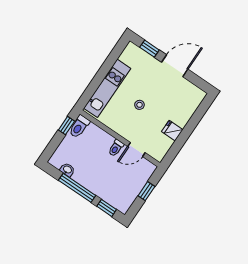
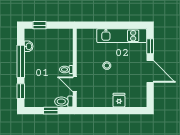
kitchen unit: (107, 88) -> (122, 36), moved
window: (67, 126) -> (39, 25), moved
toilet: (79, 126) -> (64, 102), moved
fridge: (172, 131) -> (119, 100), moved

